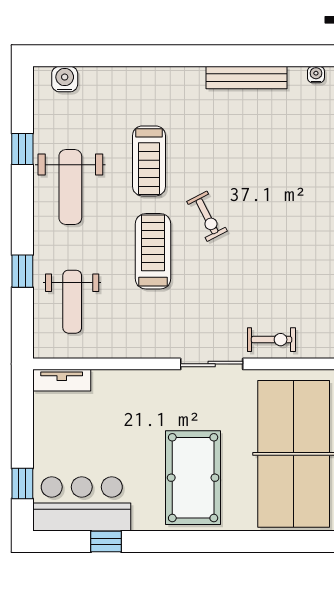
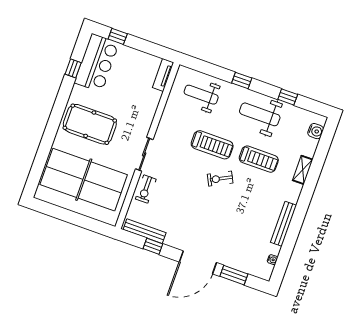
shelving: (141, 78) -> (303, 170), added
treadmill: (149, 161) -> (259, 159), turned 180
window: (22, 271) -> (242, 81), moved

